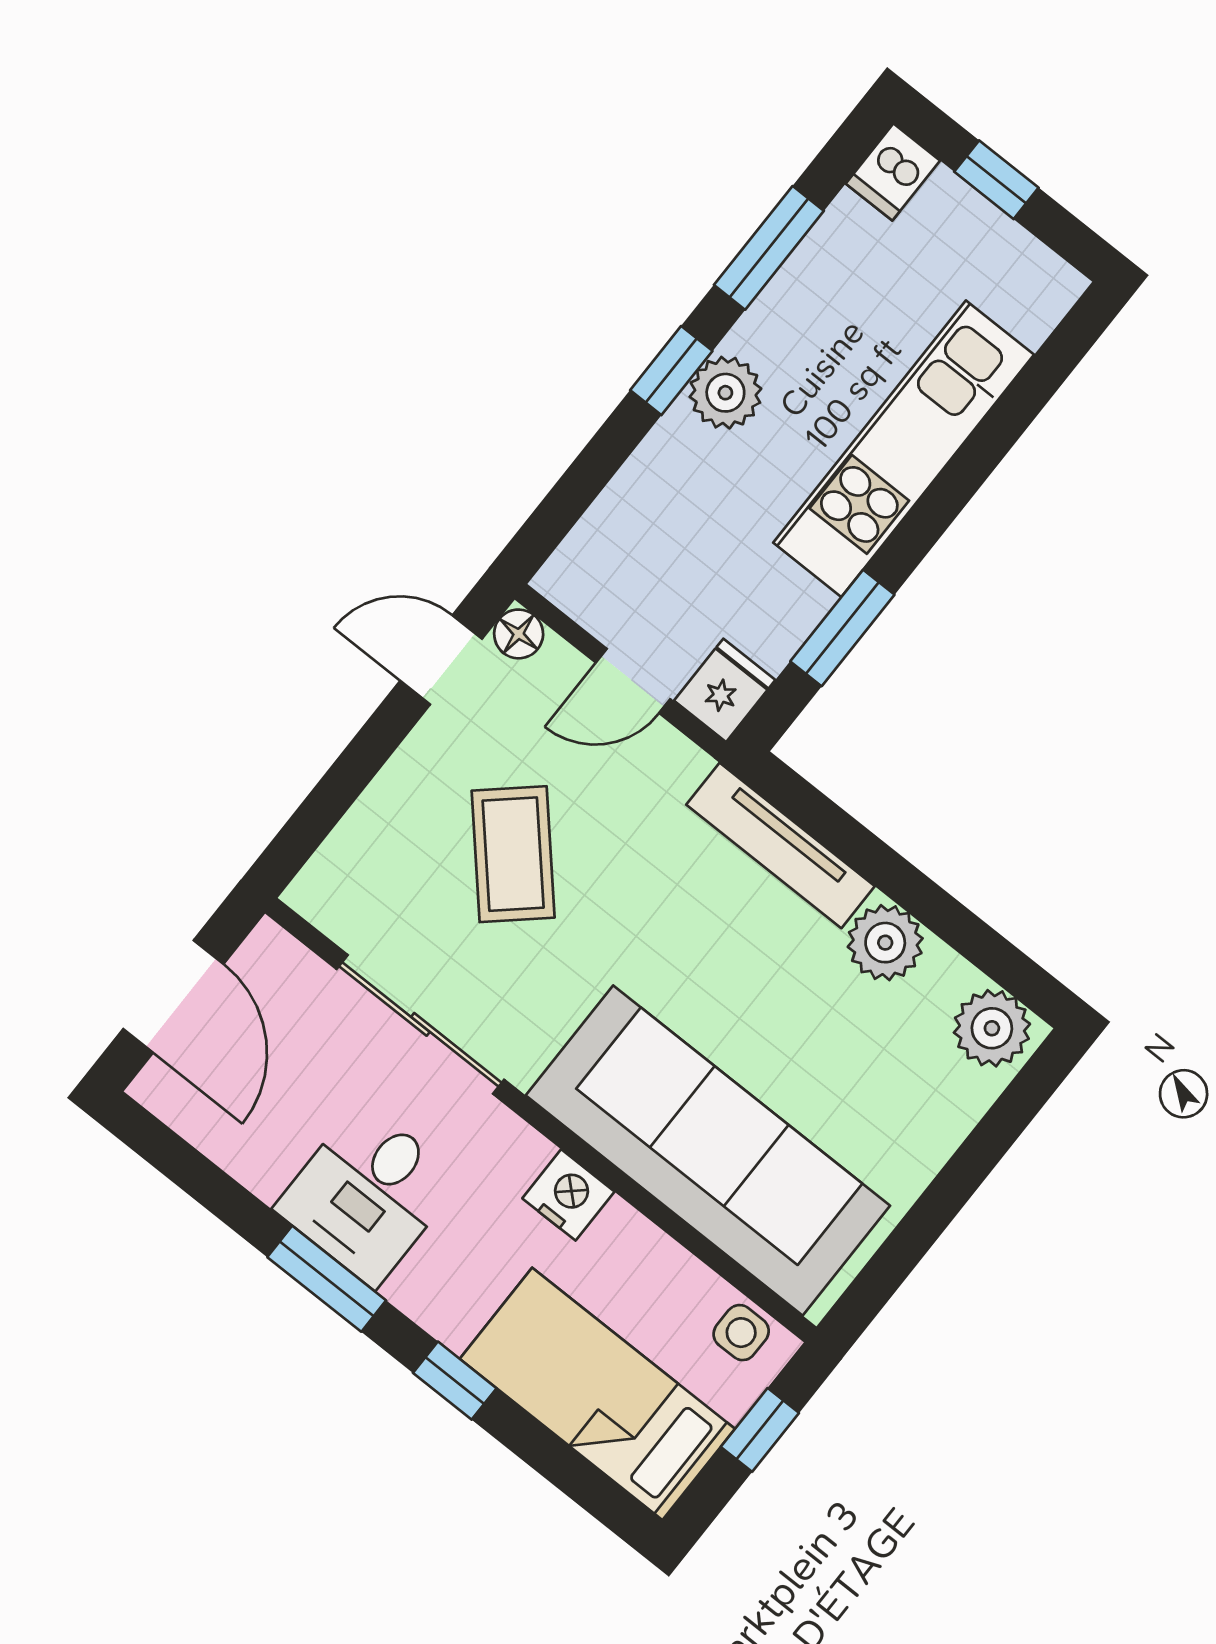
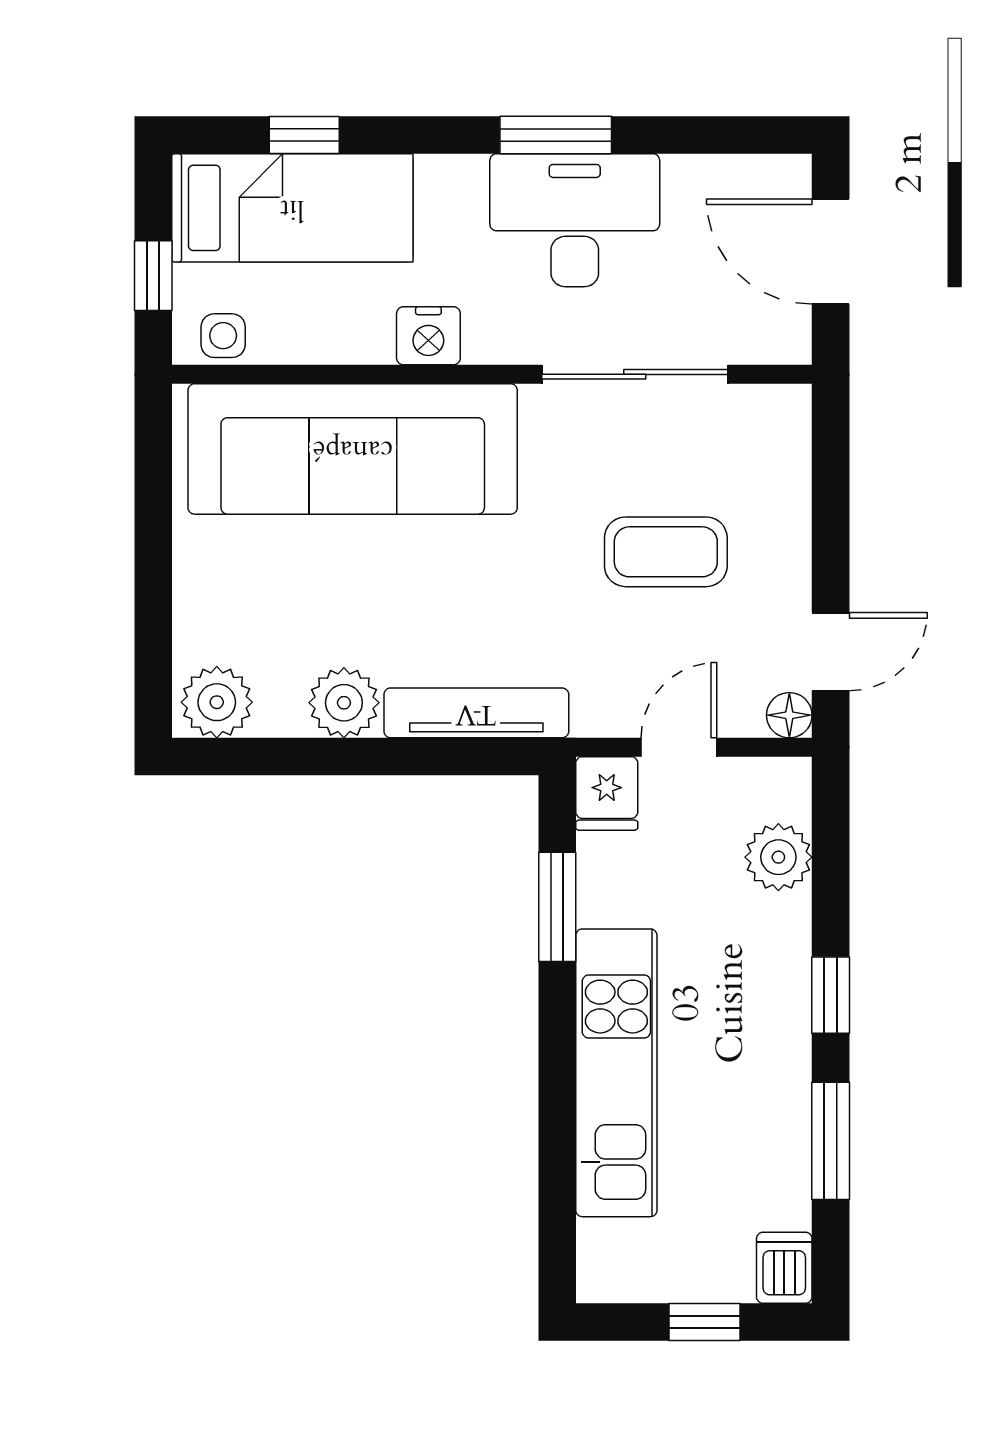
plant: (725, 393) -> (778, 857), moved
coffee table: (513, 854) -> (666, 552), turned -48
desk: (368, 1194) -> (575, 220), width x1.37
window: (455, 1381) -> (304, 135), moved

